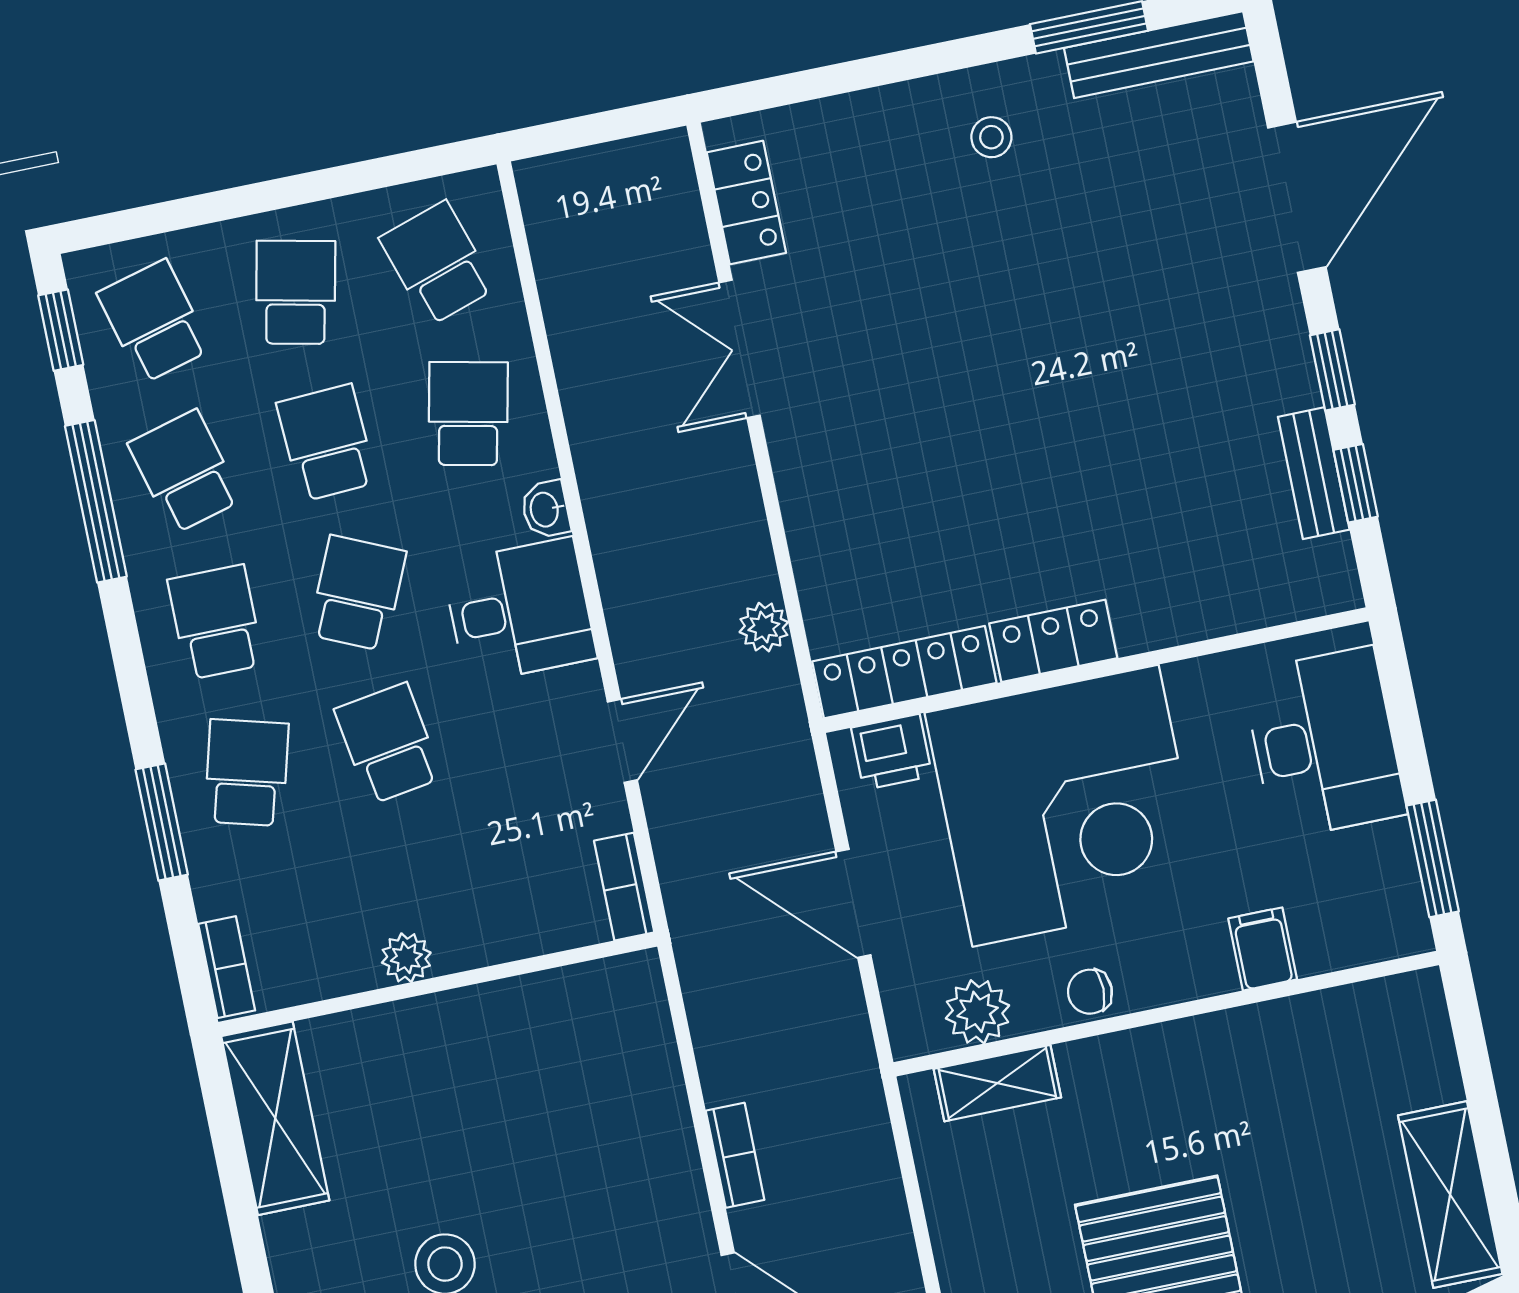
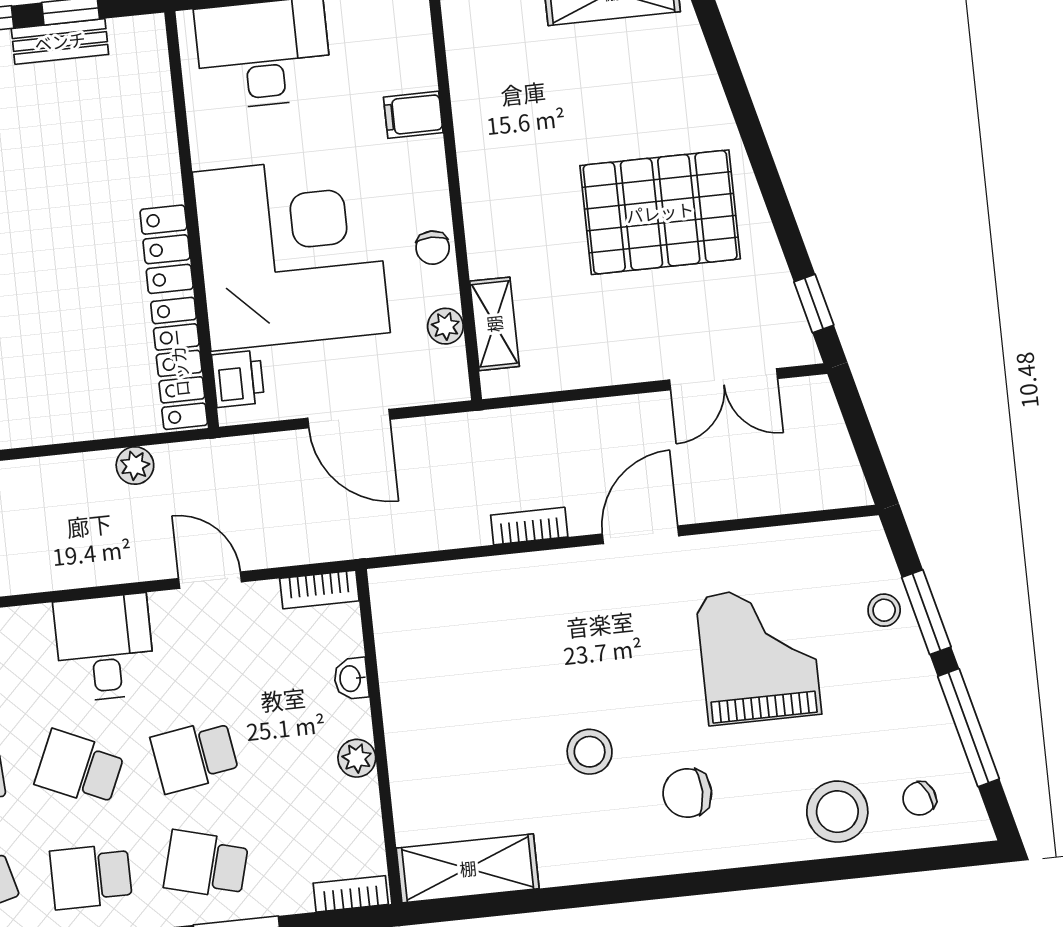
washbasin: (545, 509) -> (351, 679), moved, turned 90
door: (853, 903) -> (349, 419), hinge flipped
plant: (978, 1012) -> (445, 326), width x0.73, depth x0.73

